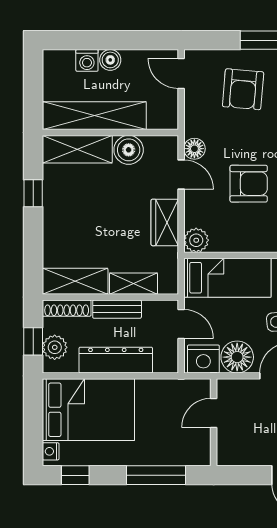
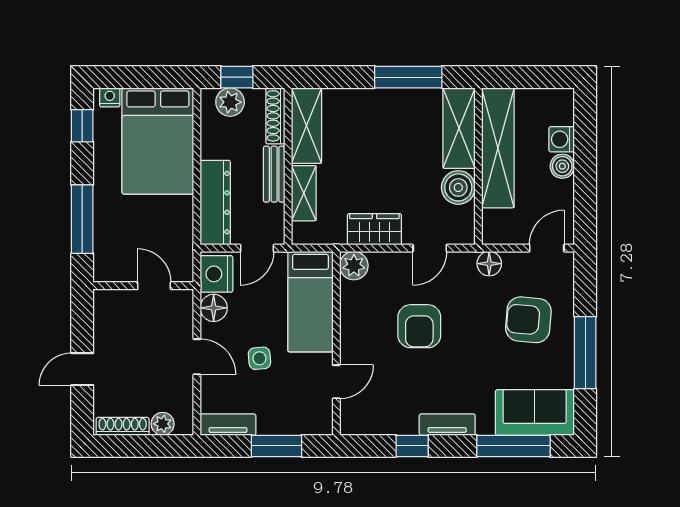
floor lamp: (194, 149) -> (489, 264), moved
window: (33, 193) -> (408, 77), width x2.17
floor lamp: (237, 357) -> (214, 308), width x0.73, depth x0.73
dresser: (116, 360) -> (215, 203), moved

